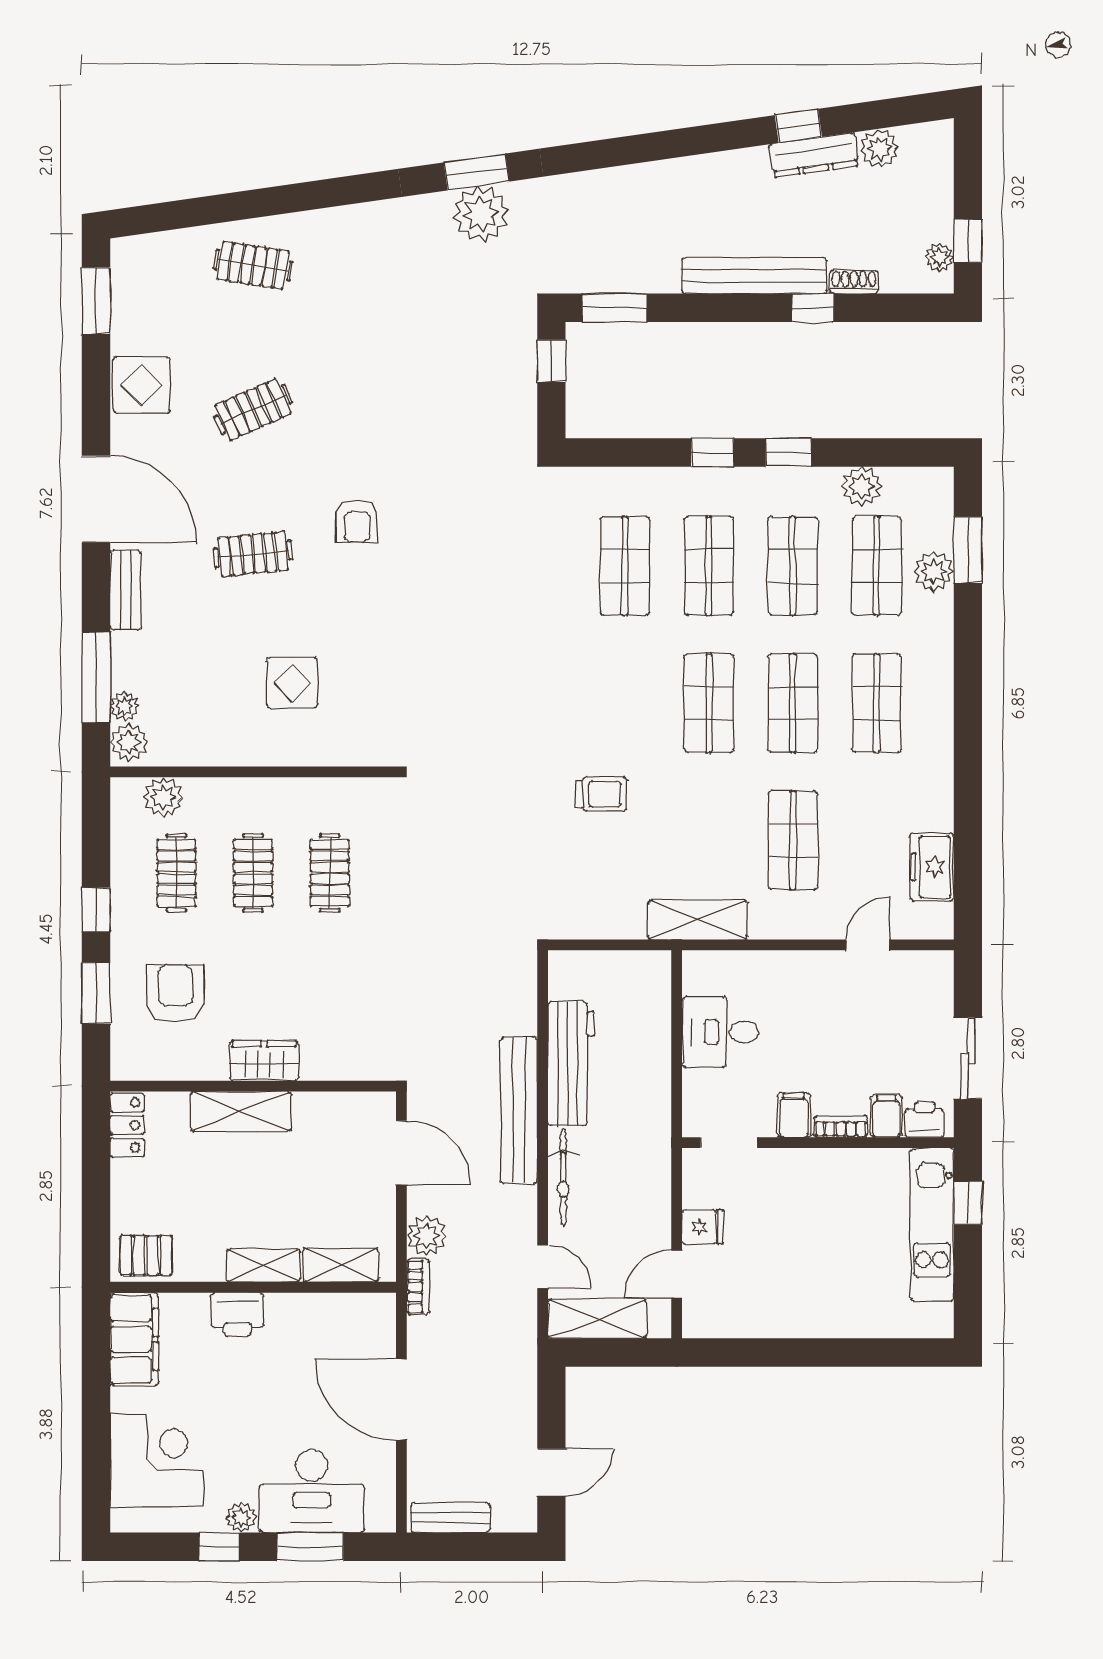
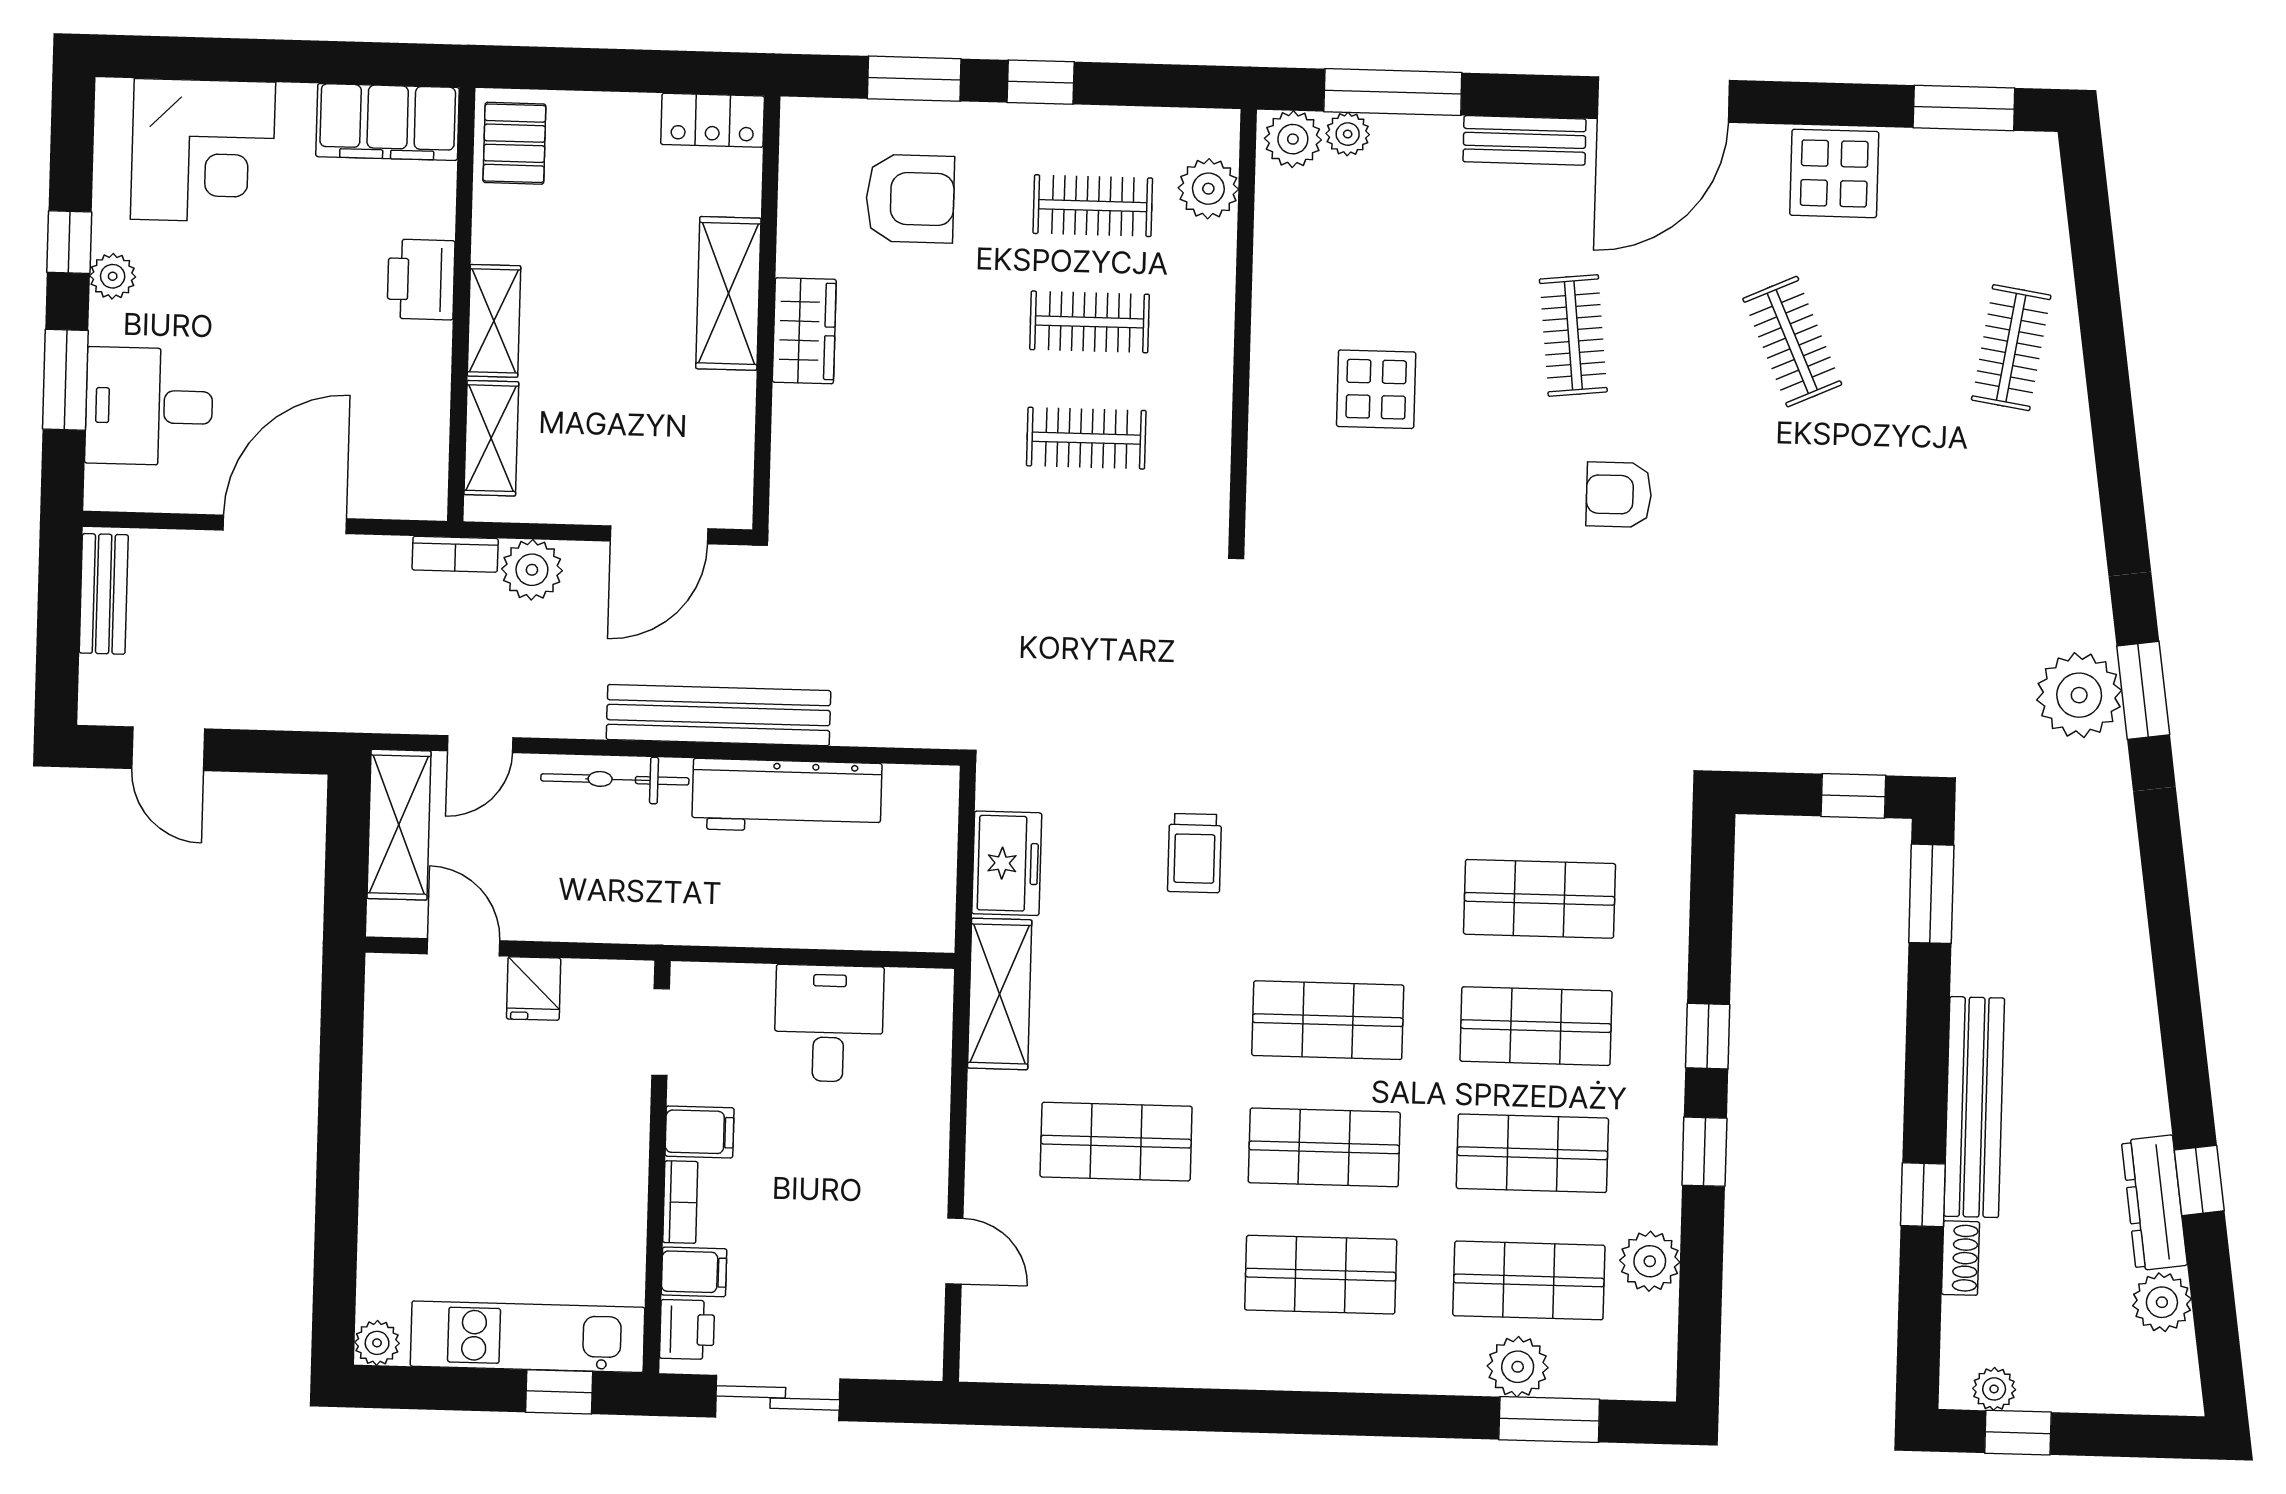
freezer: (932, 867) -> (1007, 863), moved, turned 90
plant: (939, 1324) -> (377, 1343), added
desk: (312, 1491) -> (149, 406), width x0.73

